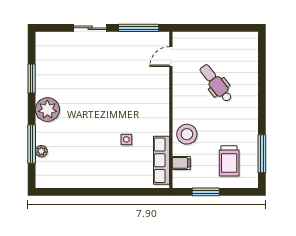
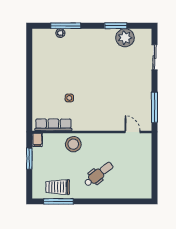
sliding door: (90, 28) -> (154, 57), moved
dental chair: (216, 83) -> (99, 174), moved
plant: (47, 110) -> (125, 38), moved
trolley: (229, 161) -> (58, 187), moved
filing cabinet: (181, 163) -> (37, 140), moved

